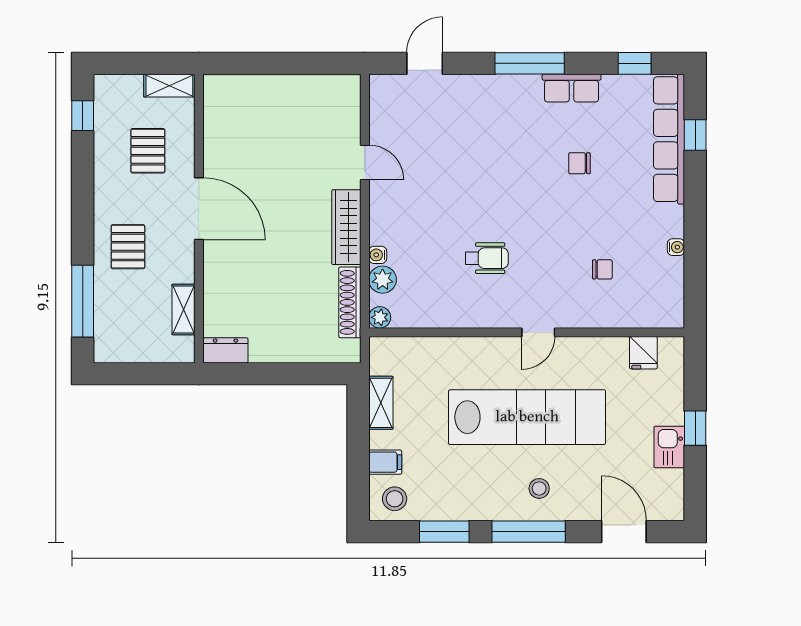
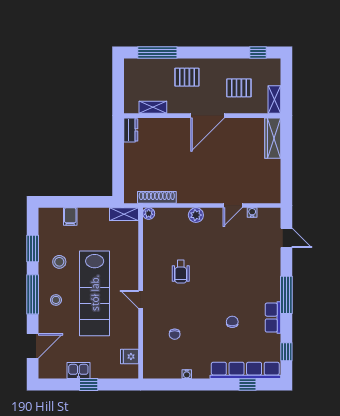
wardrobe: (346, 227) -> (273, 138), moved, turned -90
water cooler: (378, 255) -> (252, 212), moved
plant: (383, 280) -> (196, 215), moved
shelving: (381, 403) -> (124, 214), moved
stool: (395, 499) -> (59, 262), moved

